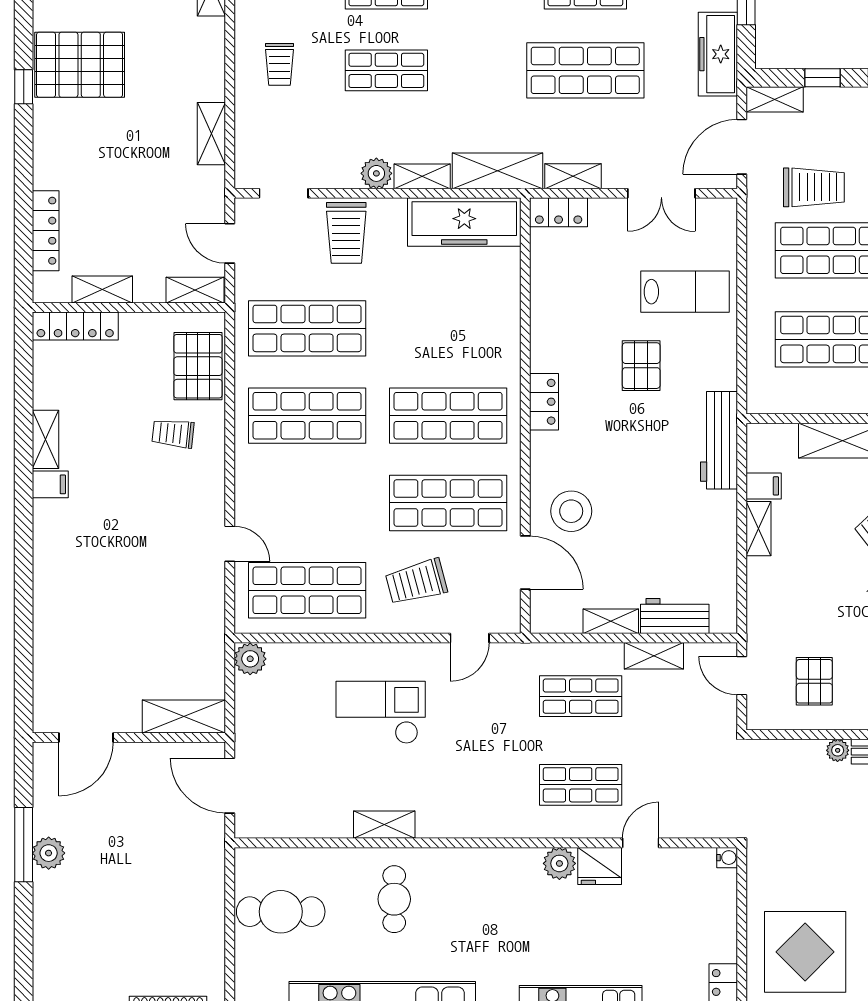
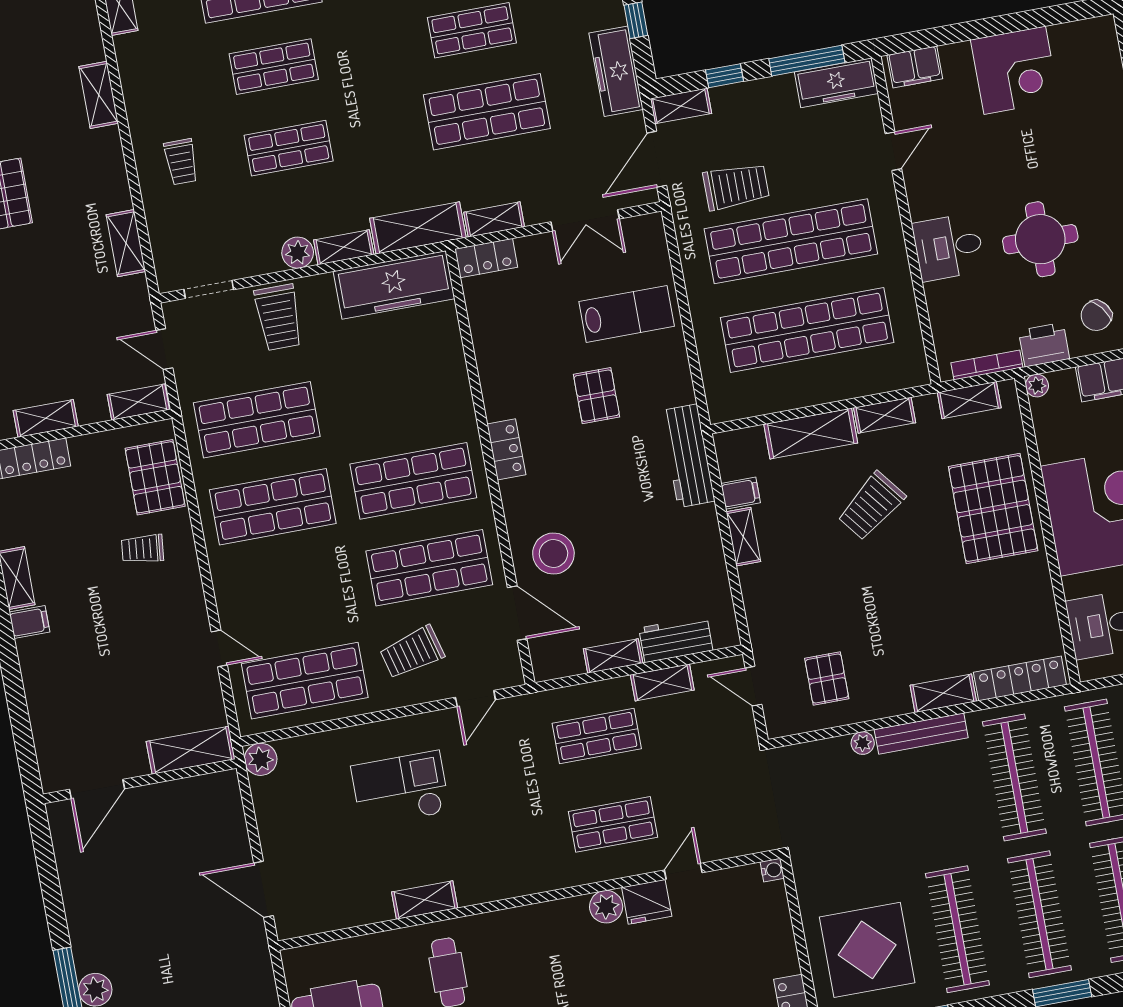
shelving: (184, 717) -> (191, 750), moved
door: (86, 738) -> (97, 789), moved
wall: (129, 738) -> (140, 781), moved

